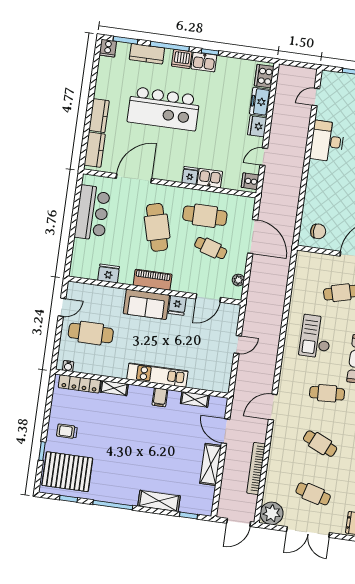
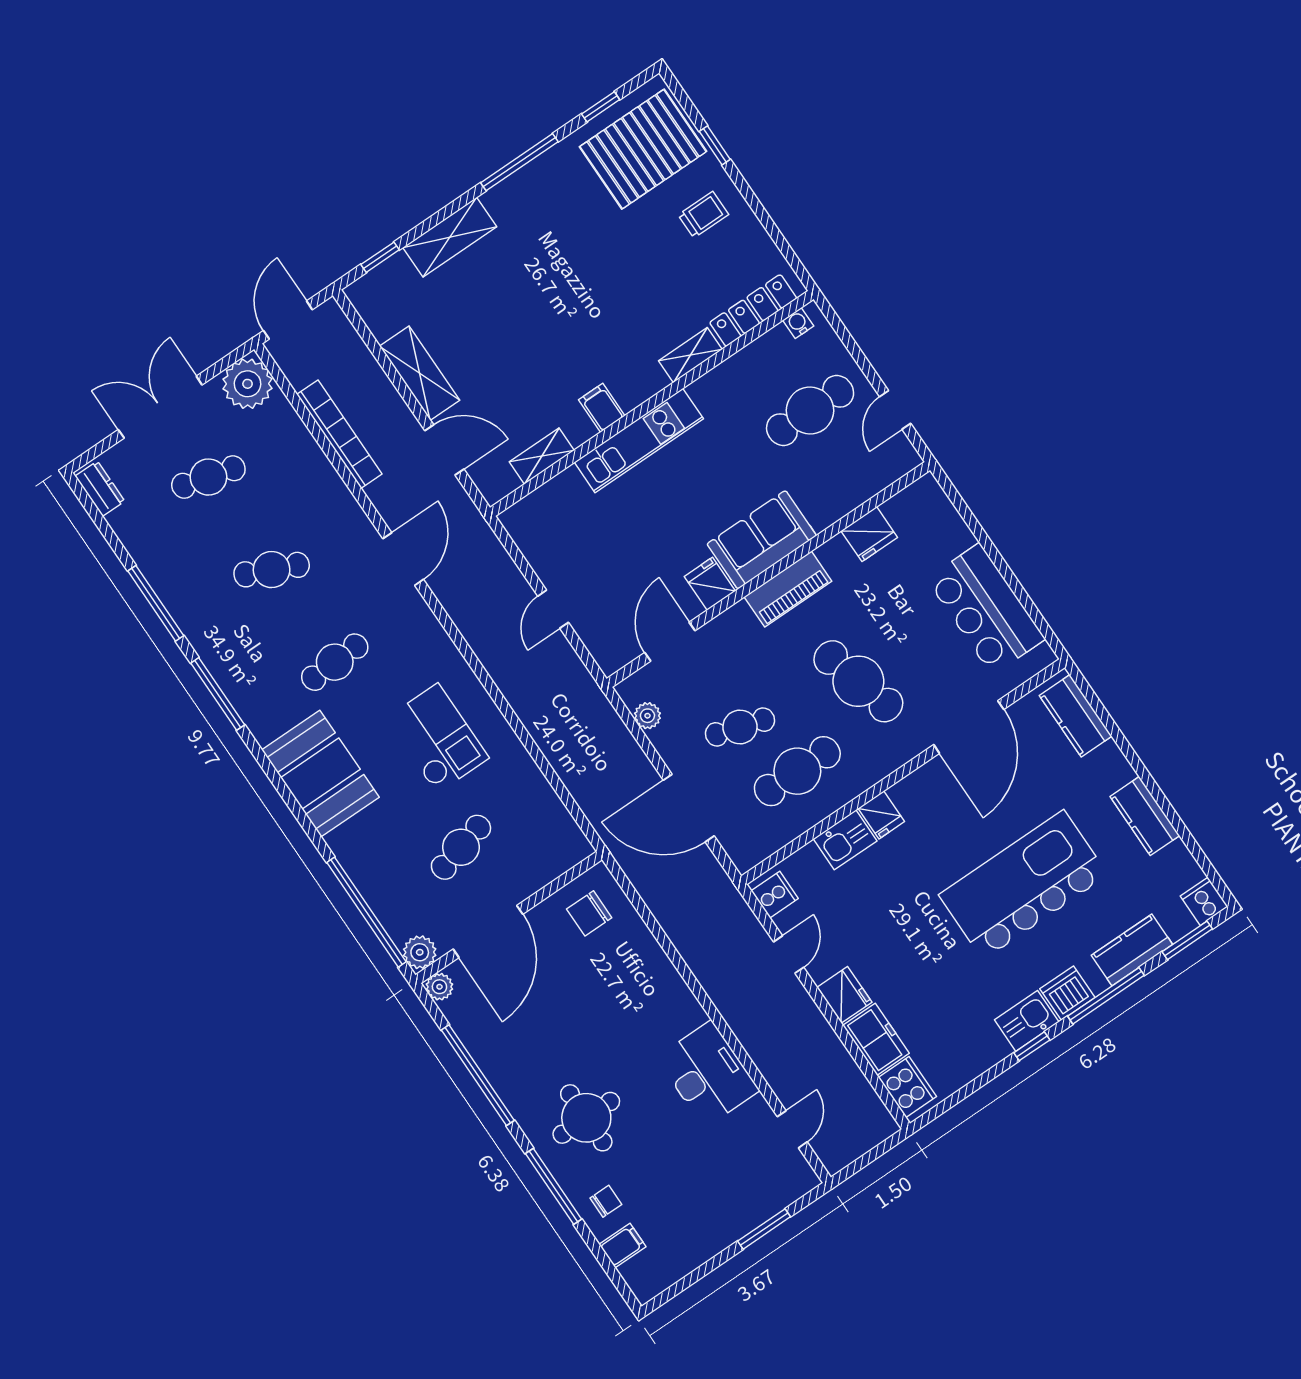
kitchen counter: (99, 116) -> (1145, 816), moved

